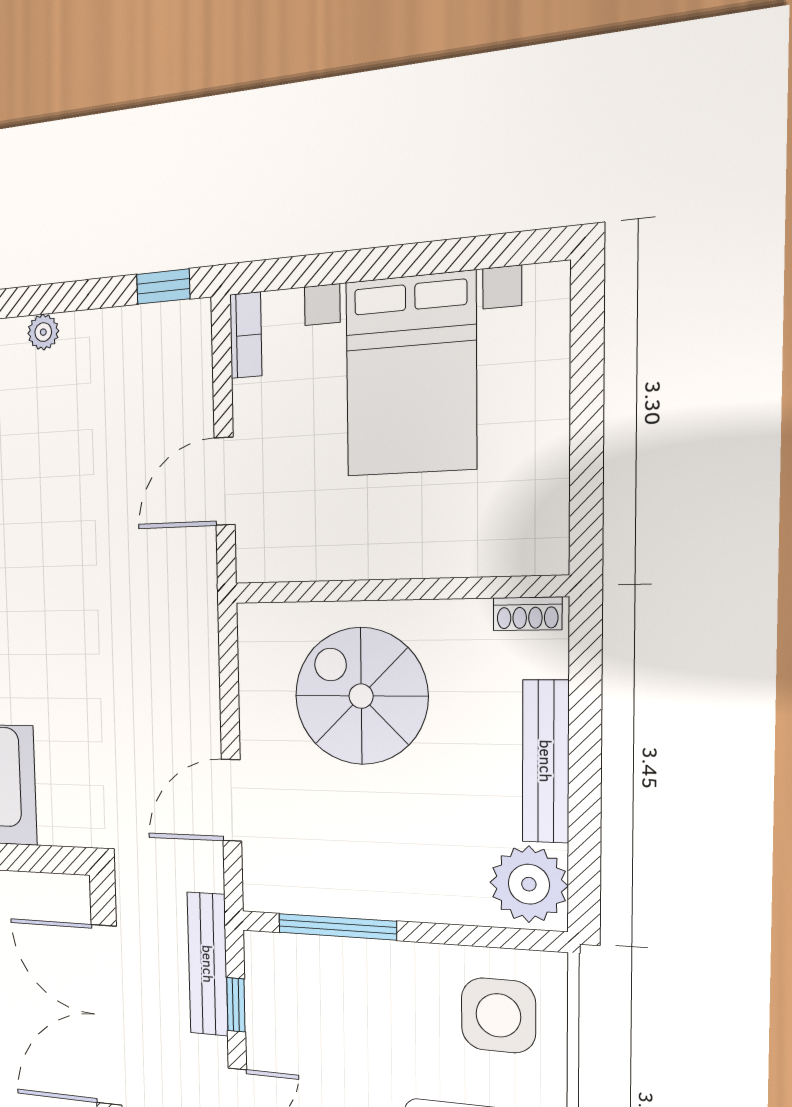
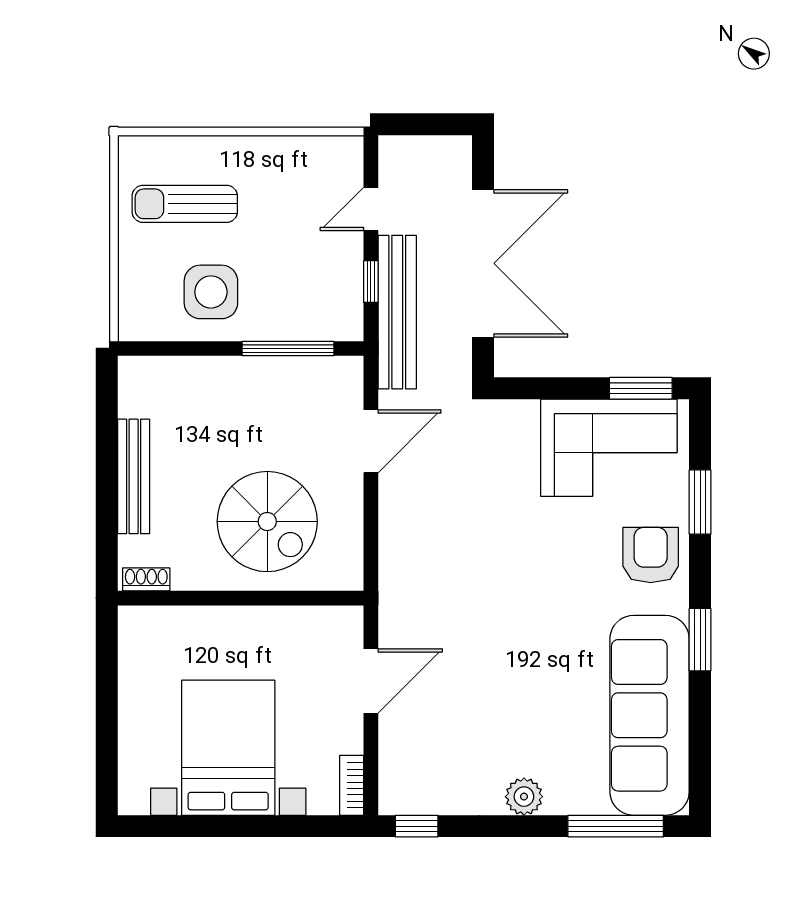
plant: (43, 332) -> (524, 797), width x1.38, depth x1.38
plant: (529, 884) -> (145, 389), removed
bench: (208, 964) -> (397, 312), width x1.37, depth x1.21
side table: (498, 1015) -> (211, 292), moved

